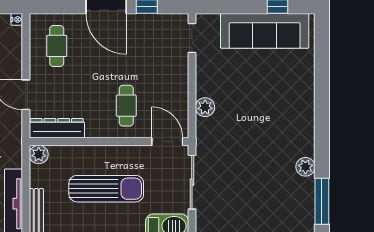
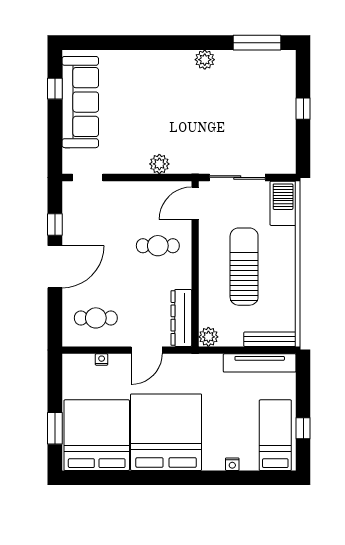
nightstand: (17, 19) -> (102, 359), moved
plant: (305, 167) -> (205, 60), moved

